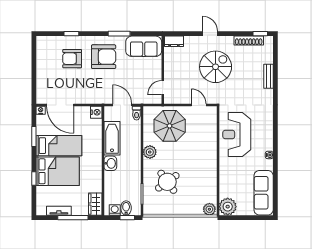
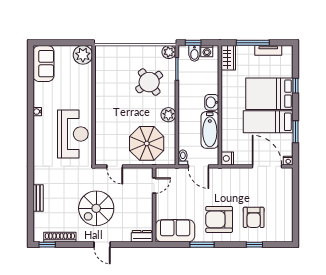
armchair: (72, 59) -> (254, 217), turned 90
sofa: (264, 193) -> (43, 64), width x0.73
plant: (209, 209) -> (169, 52), moved

